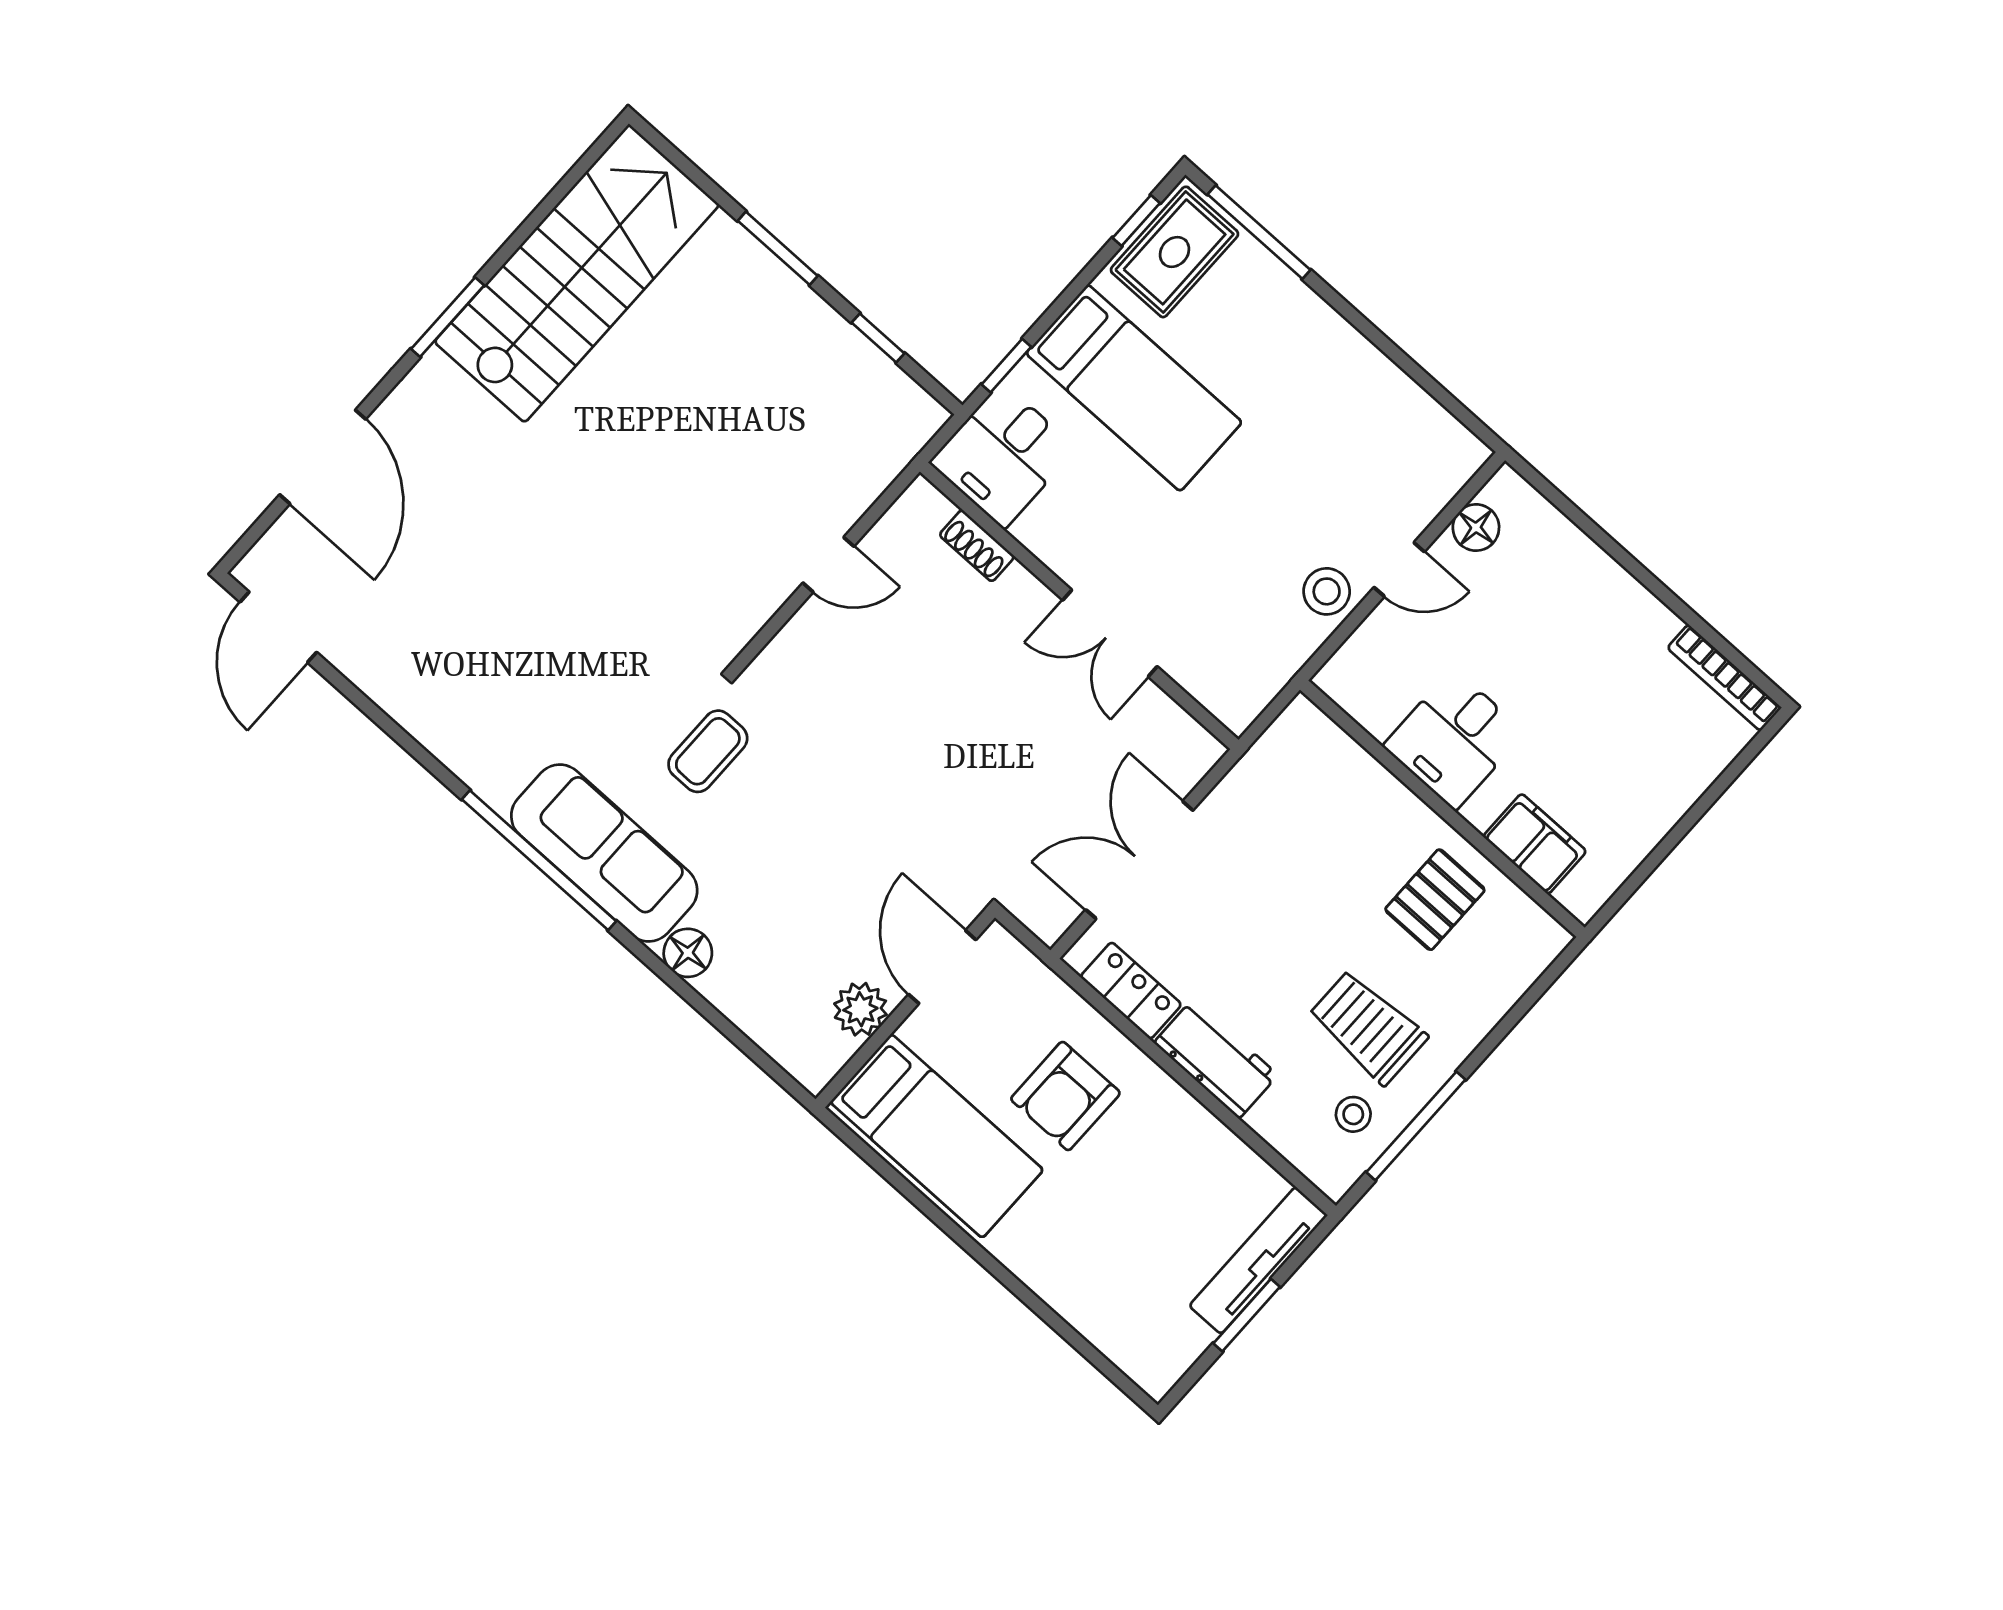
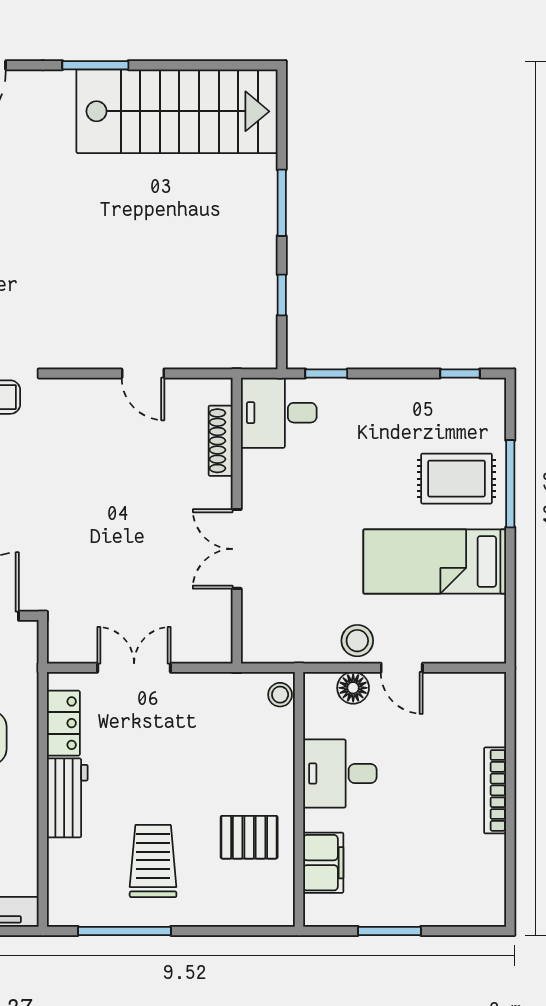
window: (1259, 232) -> (510, 484), moved
rug: (1175, 252) -> (457, 479), moved
bed: (1134, 388) -> (435, 561), moved, turned 90
floor lamp: (1476, 527) -> (353, 688), moved
shoe rack: (977, 546) -> (221, 441), width x1.43
bookcase: (1724, 678) -> (495, 790), moved
window: (1673, 838) -> (389, 931), added
double door: (1139, 860) -> (134, 668), width x0.73
stool: (1353, 1114) -> (280, 695), moved

